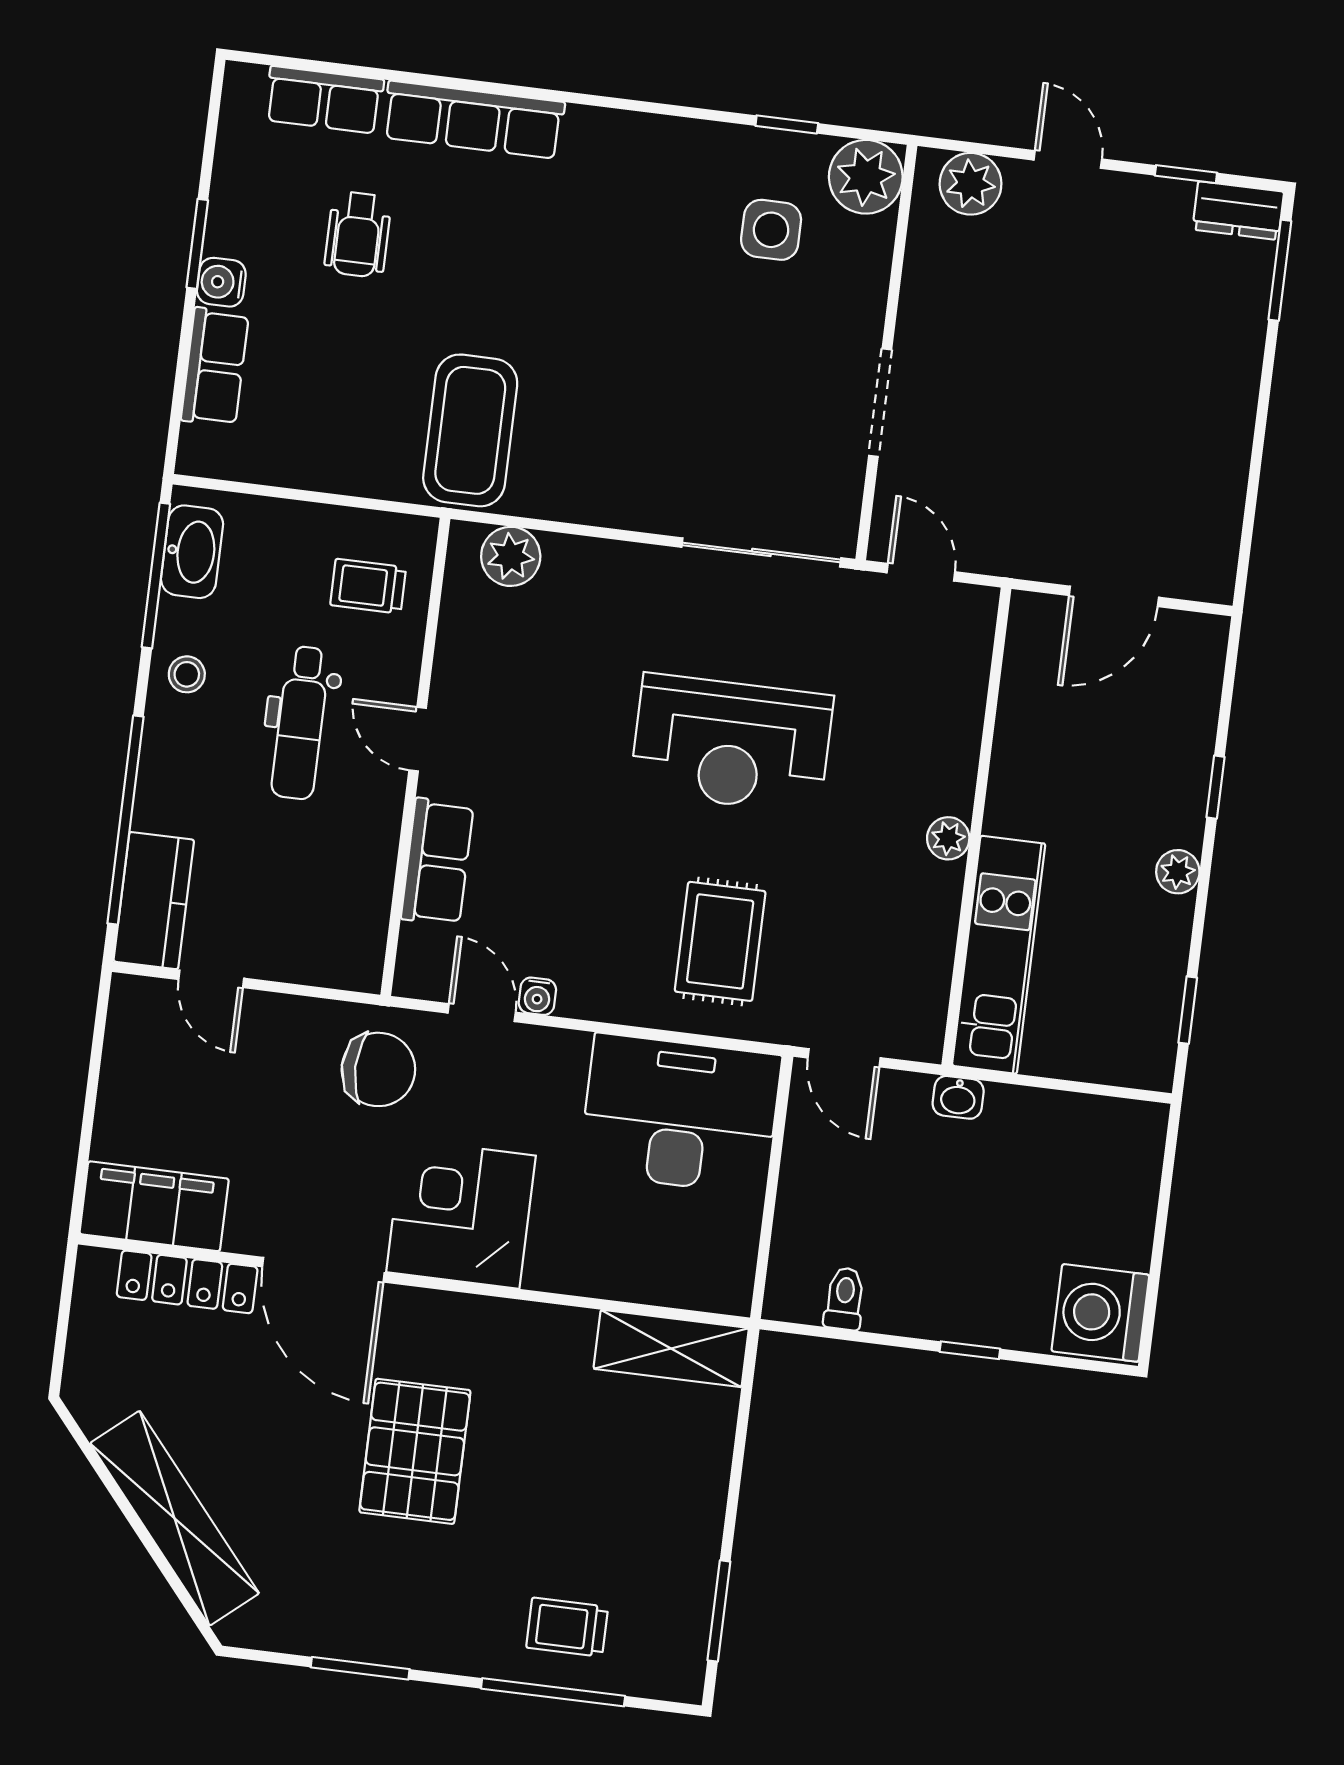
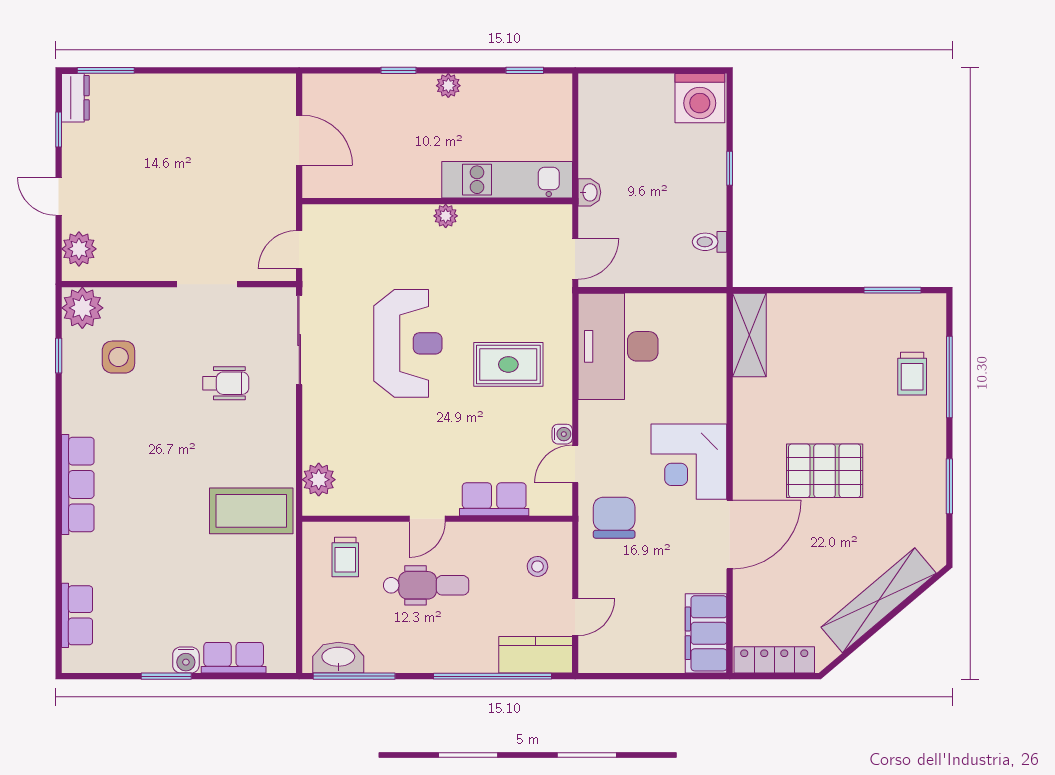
row of seats: (473, 120) -> (78, 484), moved
door: (1068, 159) -> (59, 196), hinge flipped
wheelchair: (358, 234) -> (226, 383), moved
stool: (187, 674) -> (537, 566), moved
rug: (720, 941) -> (508, 364), moved
locker: (187, 1282) -> (774, 660), moved, turned -90

